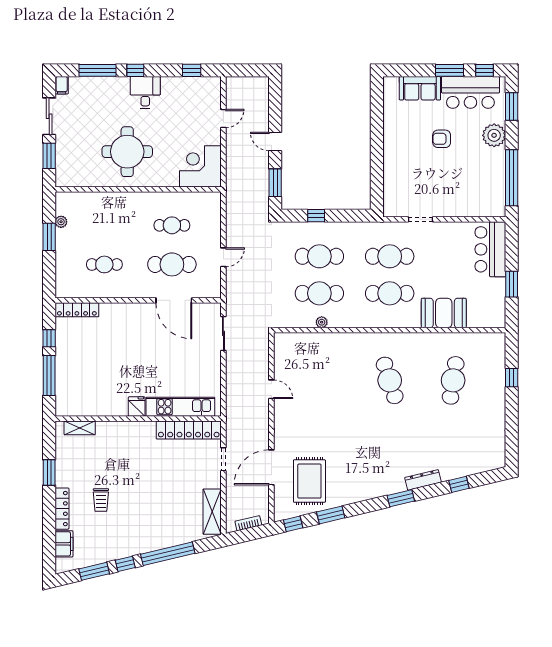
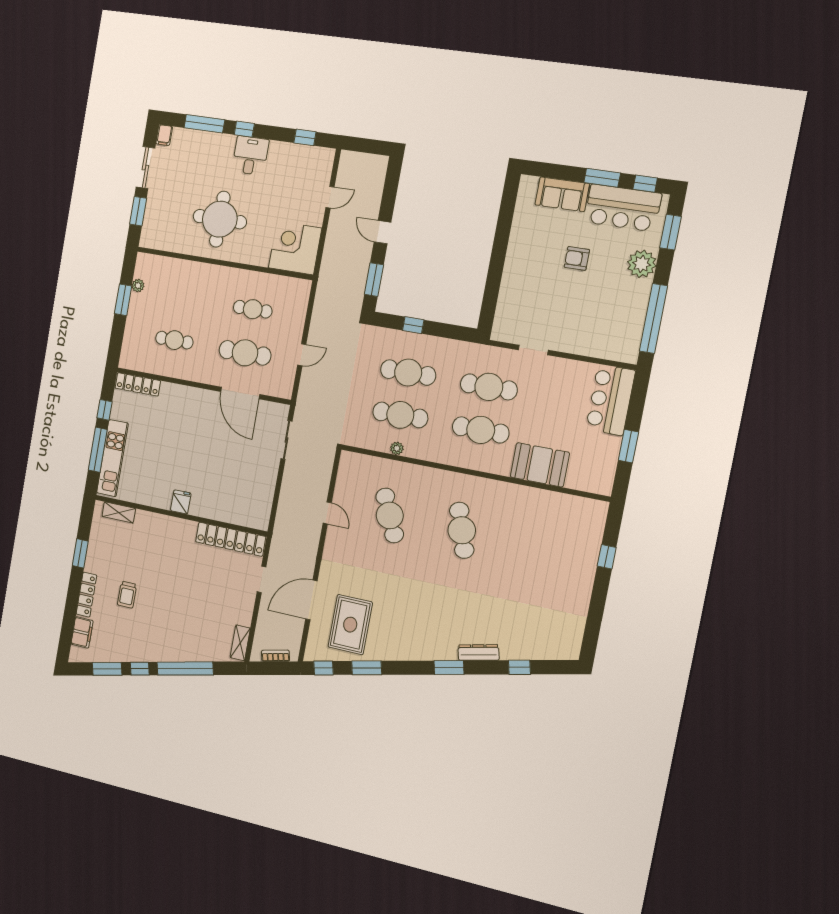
cafe table: (453, 380) -> (390, 515), moved, turned -33
kitchen unit: (180, 407) -> (112, 458), moved, turned 90
shelving: (212, 512) -> (240, 643), width x0.67, depth x0.75

